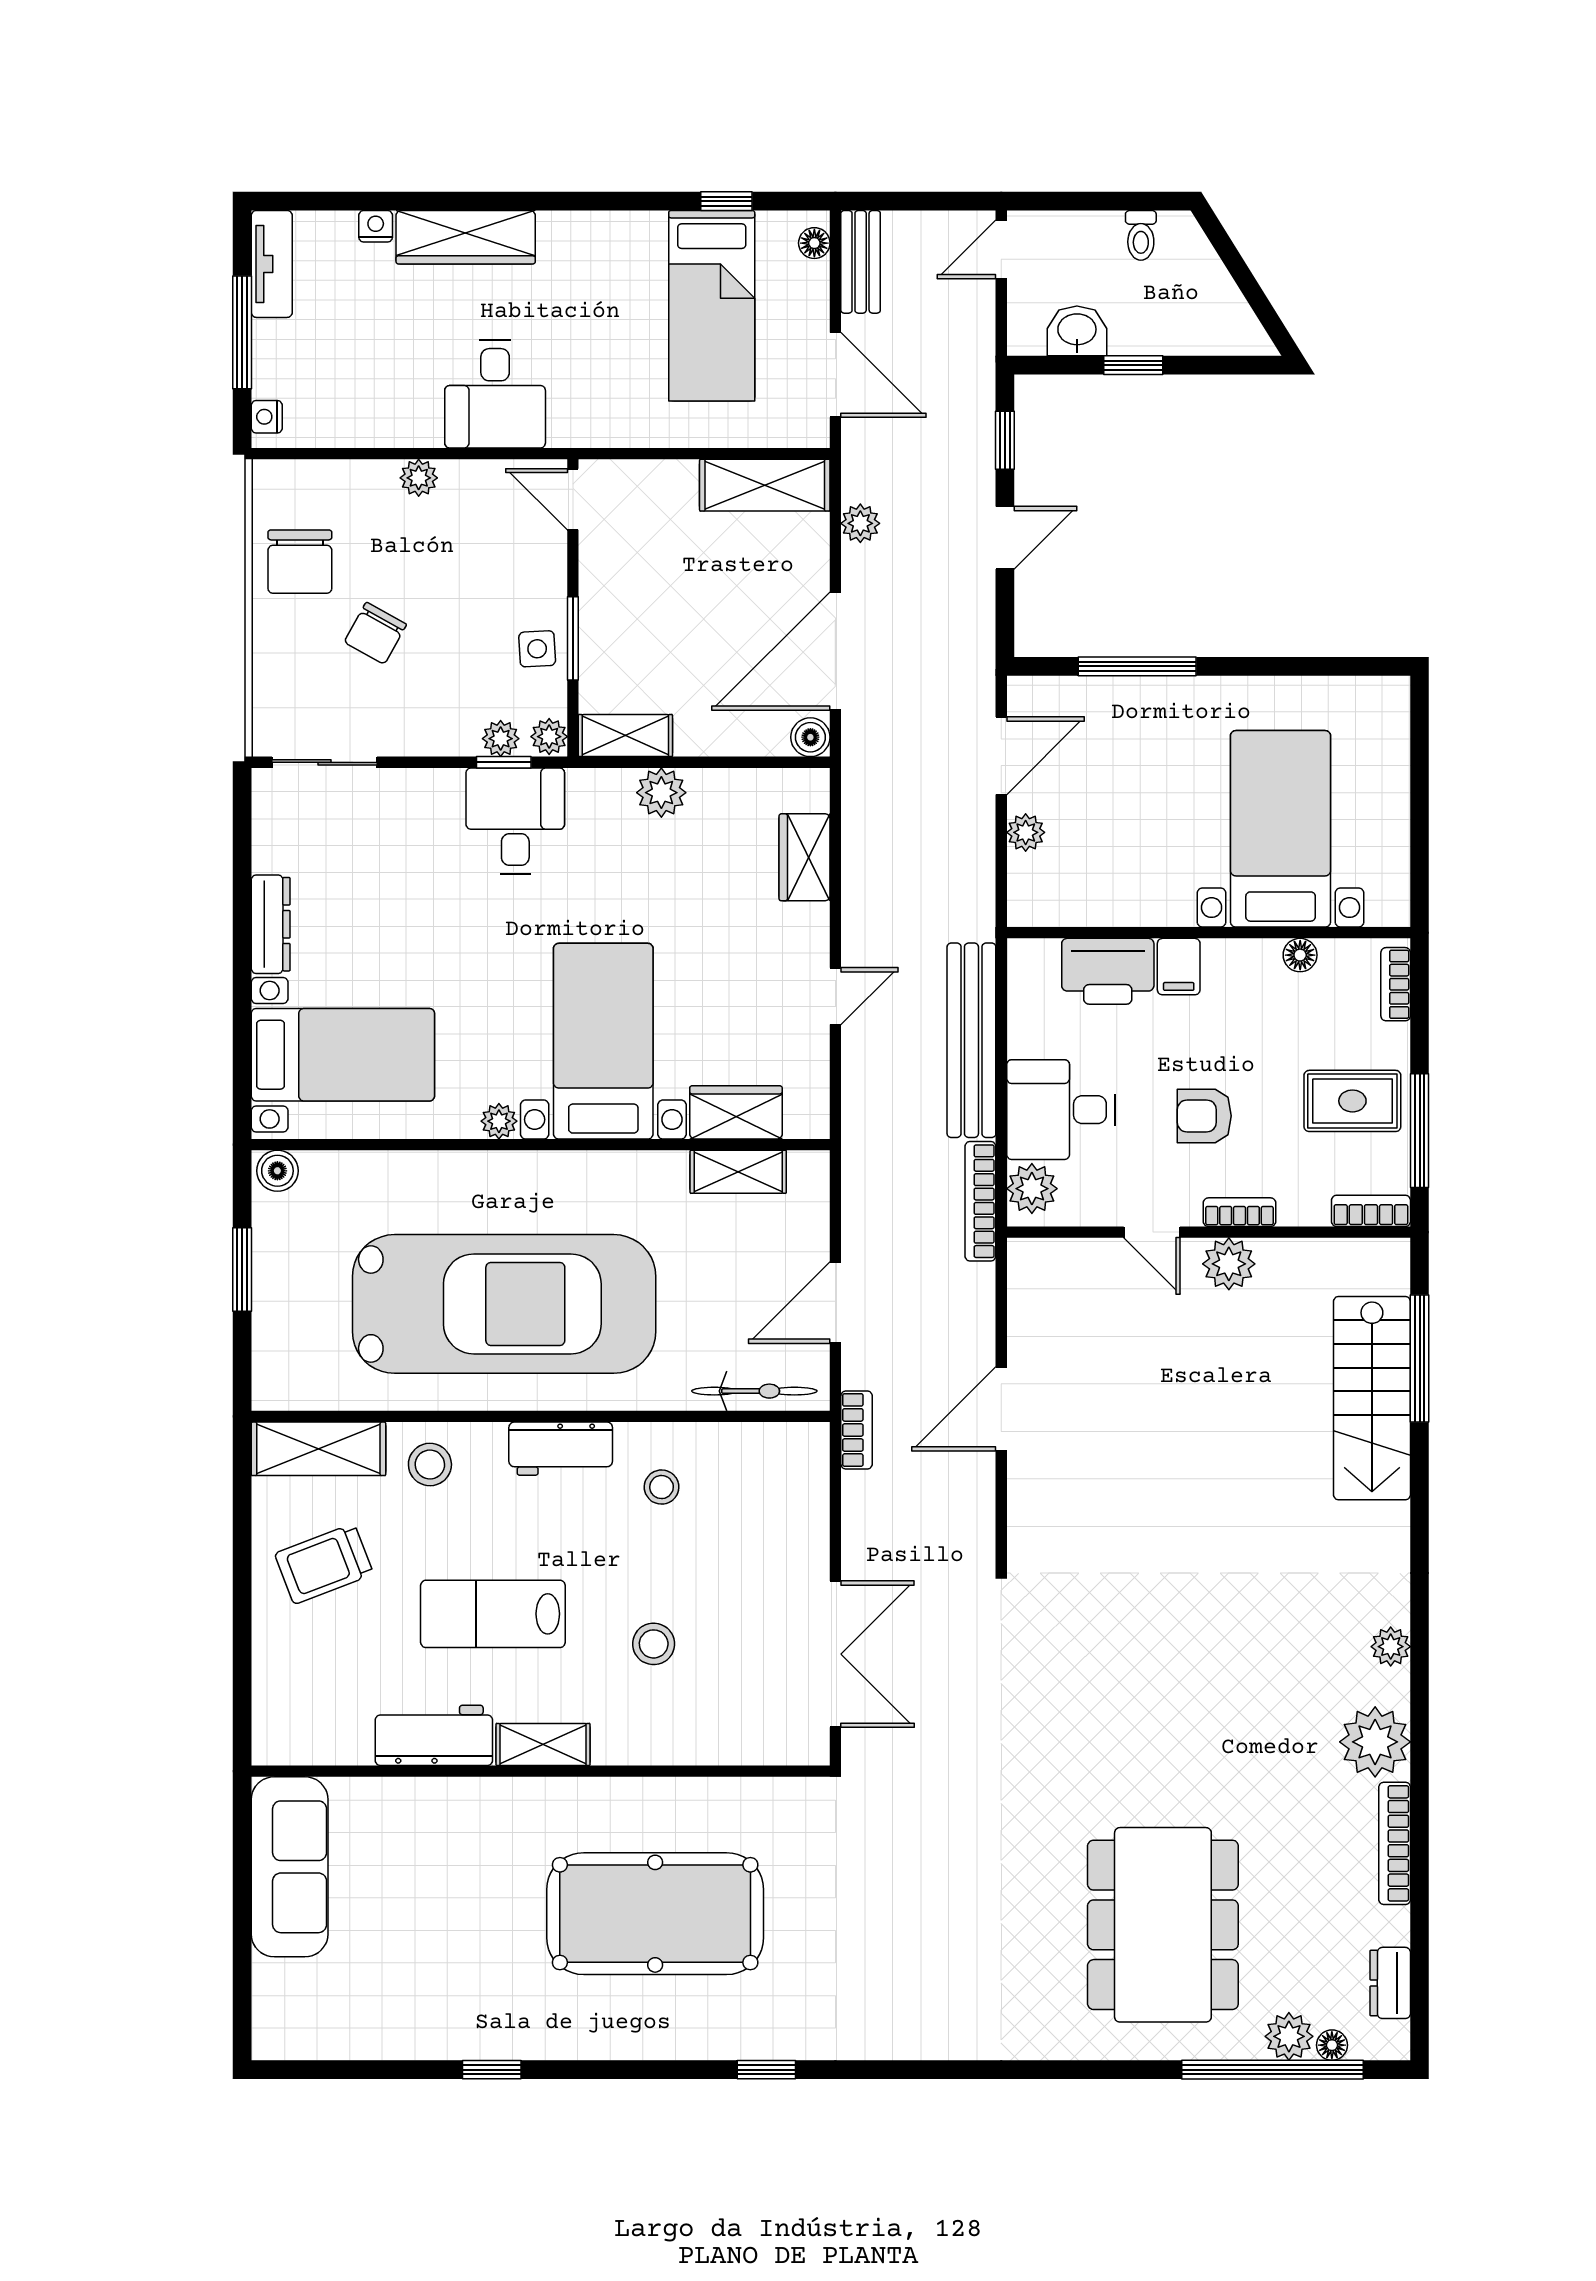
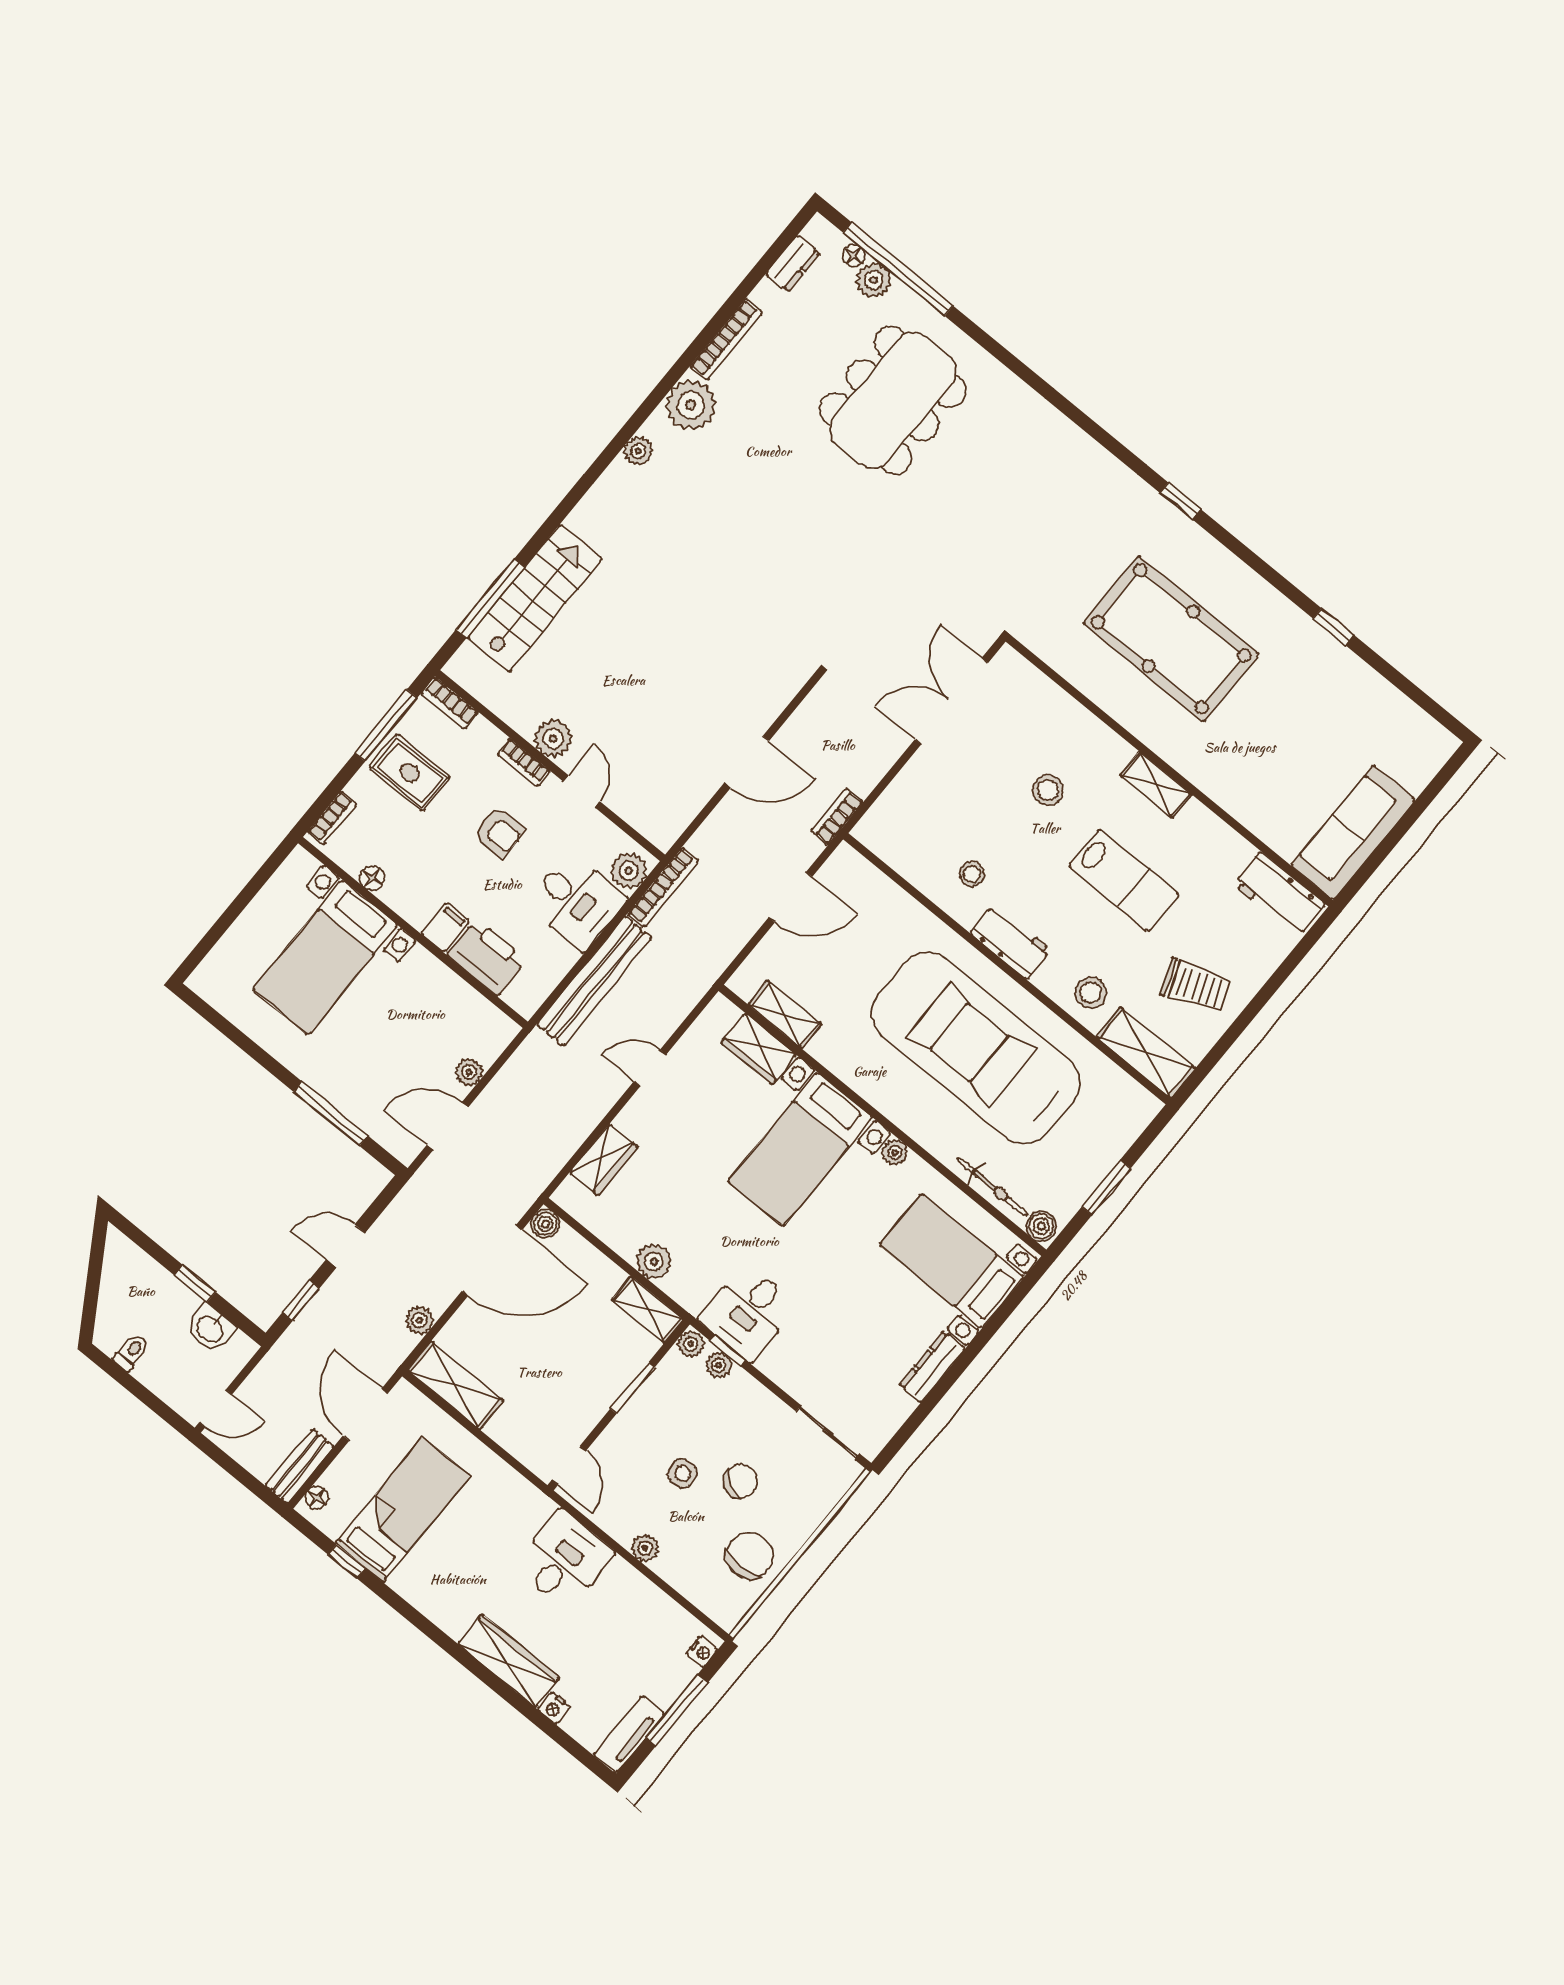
side table: (537, 649) -> (683, 1473), moved
bicycle: (754, 1391) -> (992, 1187), moved, turned 180
workbench: (434, 1735) -> (1279, 894), moved

